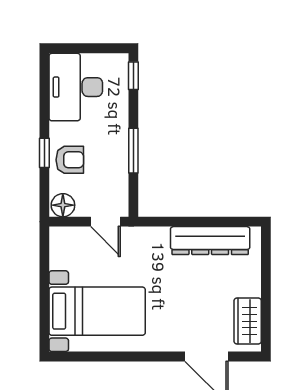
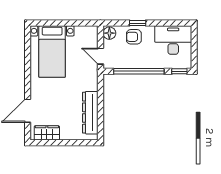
window: (133, 151) -> (139, 71), width x2.11
armchair: (70, 160) -> (134, 37), turned 90
door: (105, 222) -> (100, 56), hinge flipped

